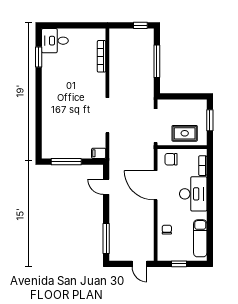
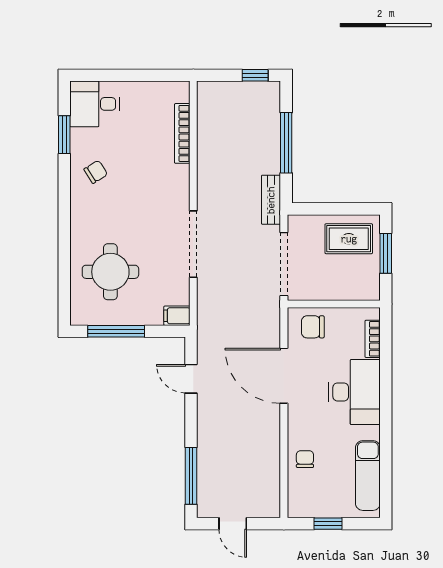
chair: (55, 77) -> (96, 172), added
bench: (149, 92) -> (271, 200), added
round table: (63, 130) -> (110, 272), added
rug: (185, 133) -> (349, 239), moved
door: (139, 264) -> (233, 524), moved

